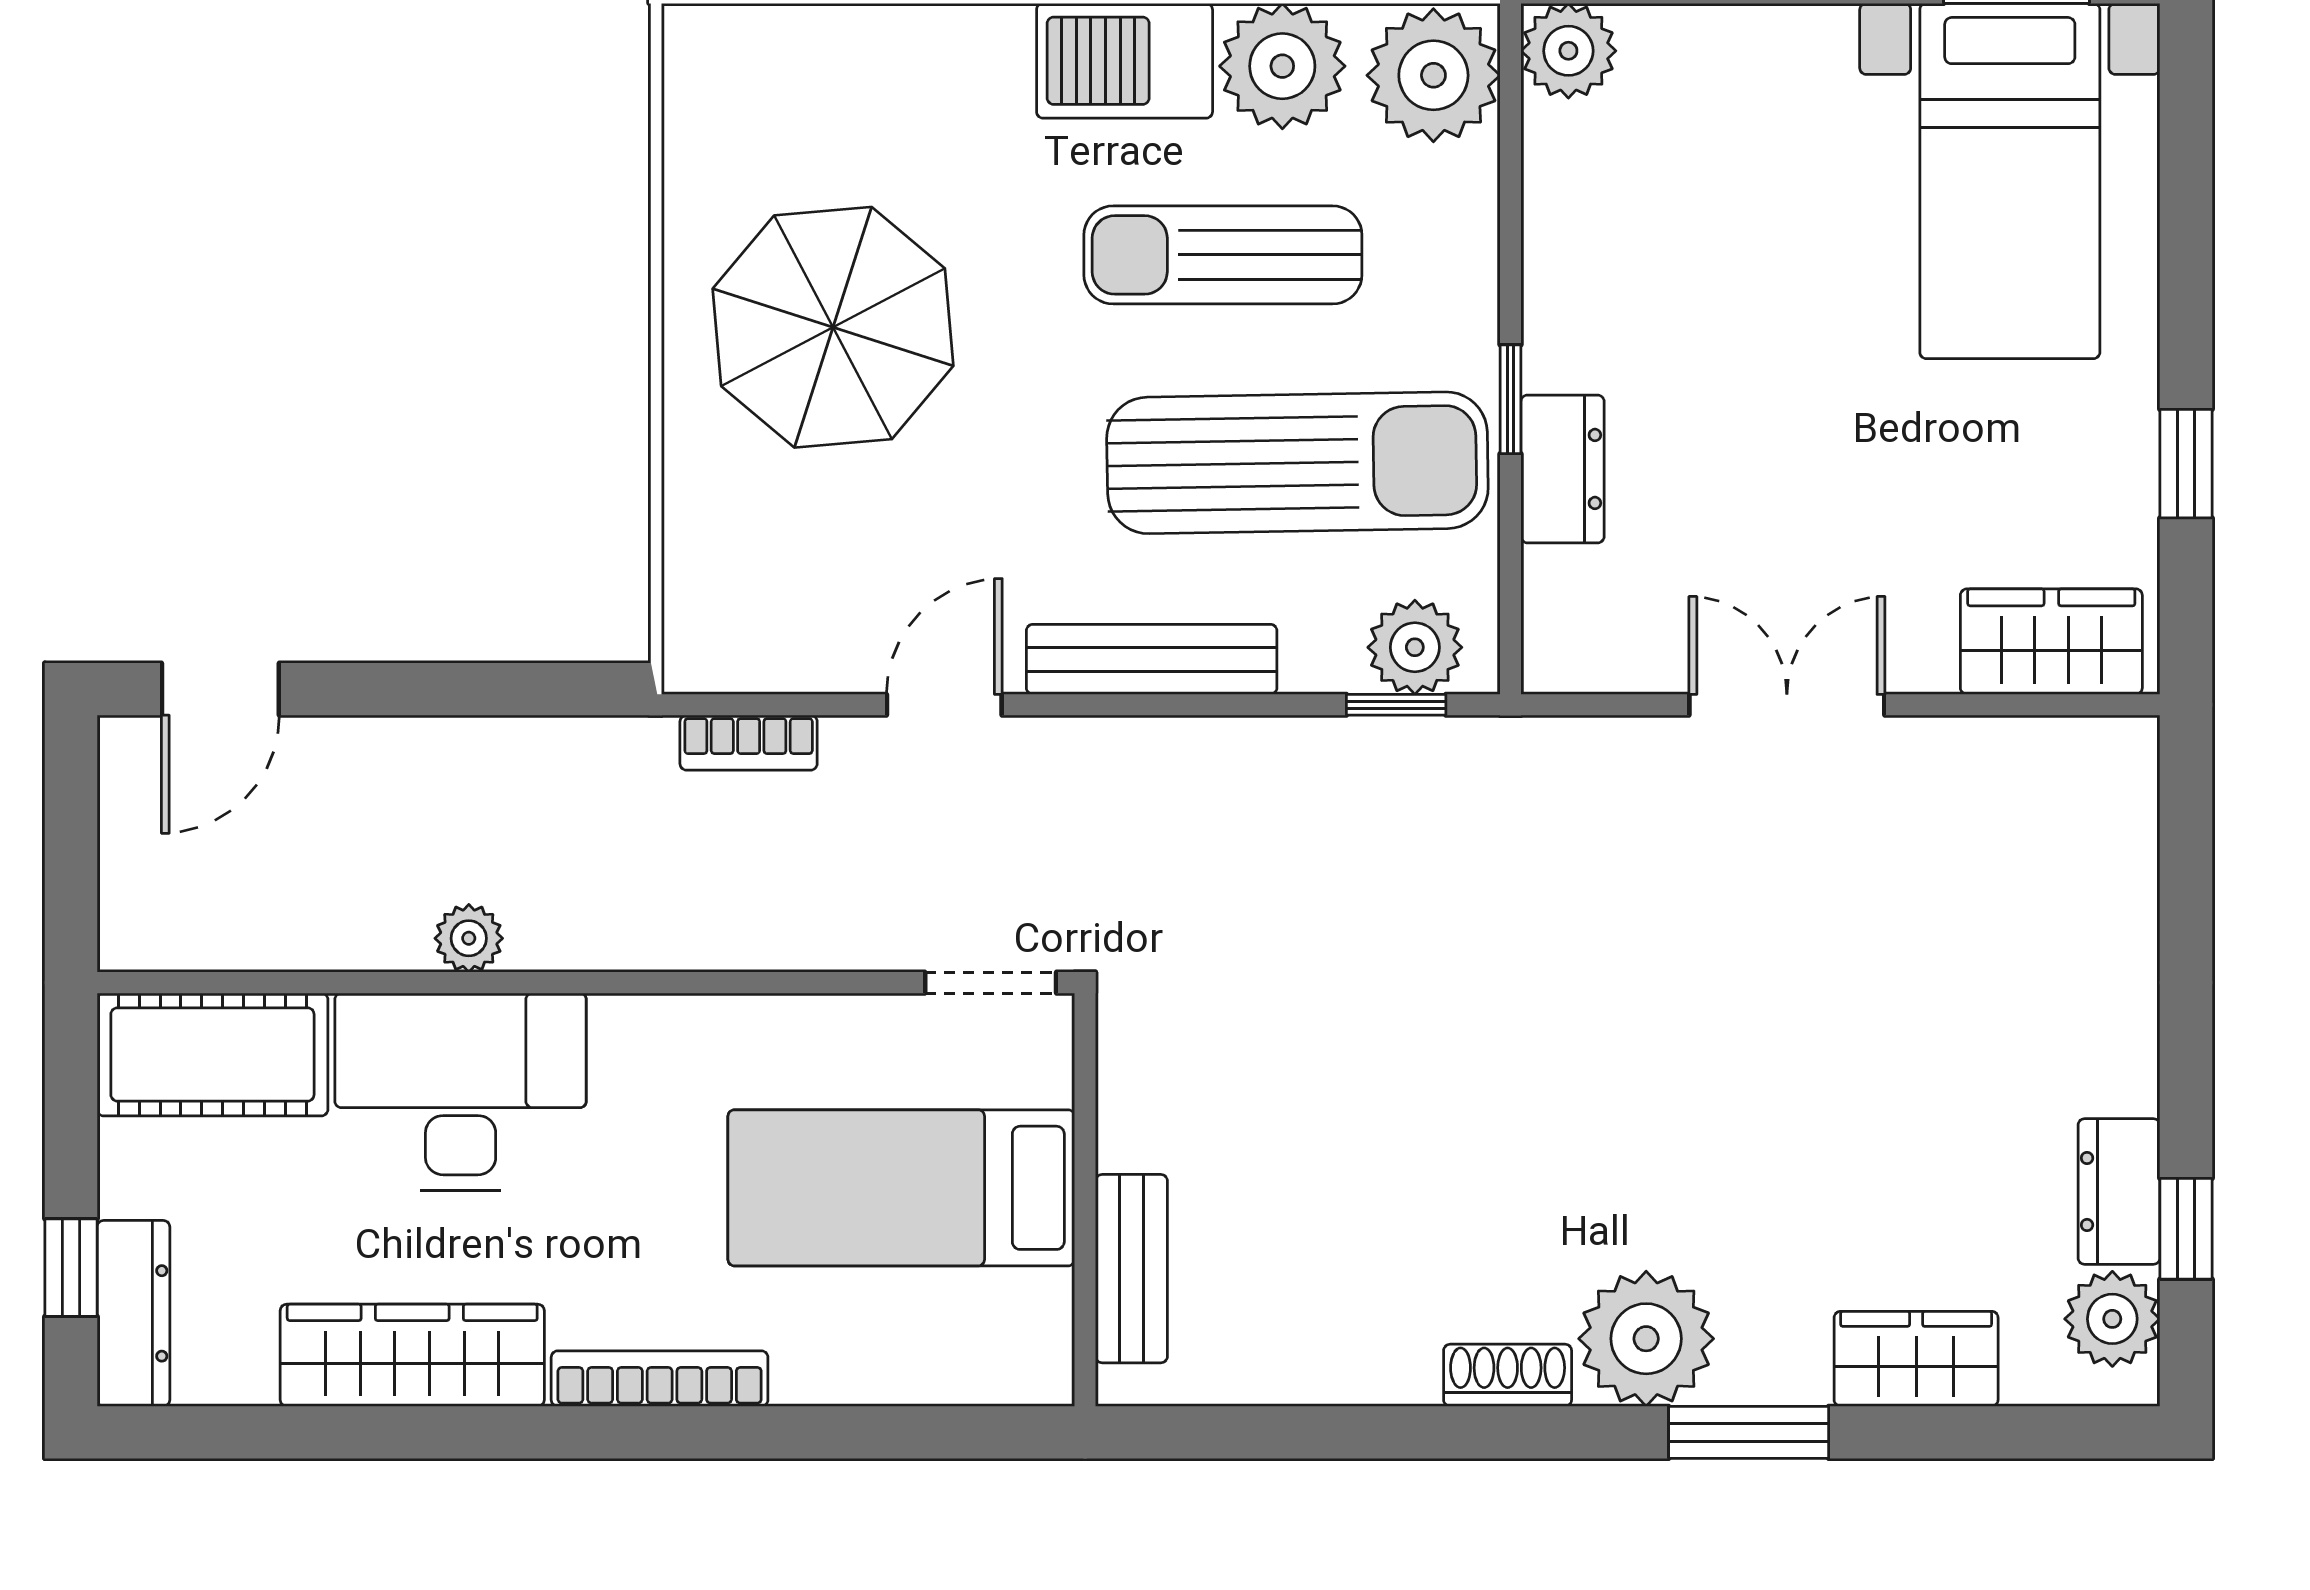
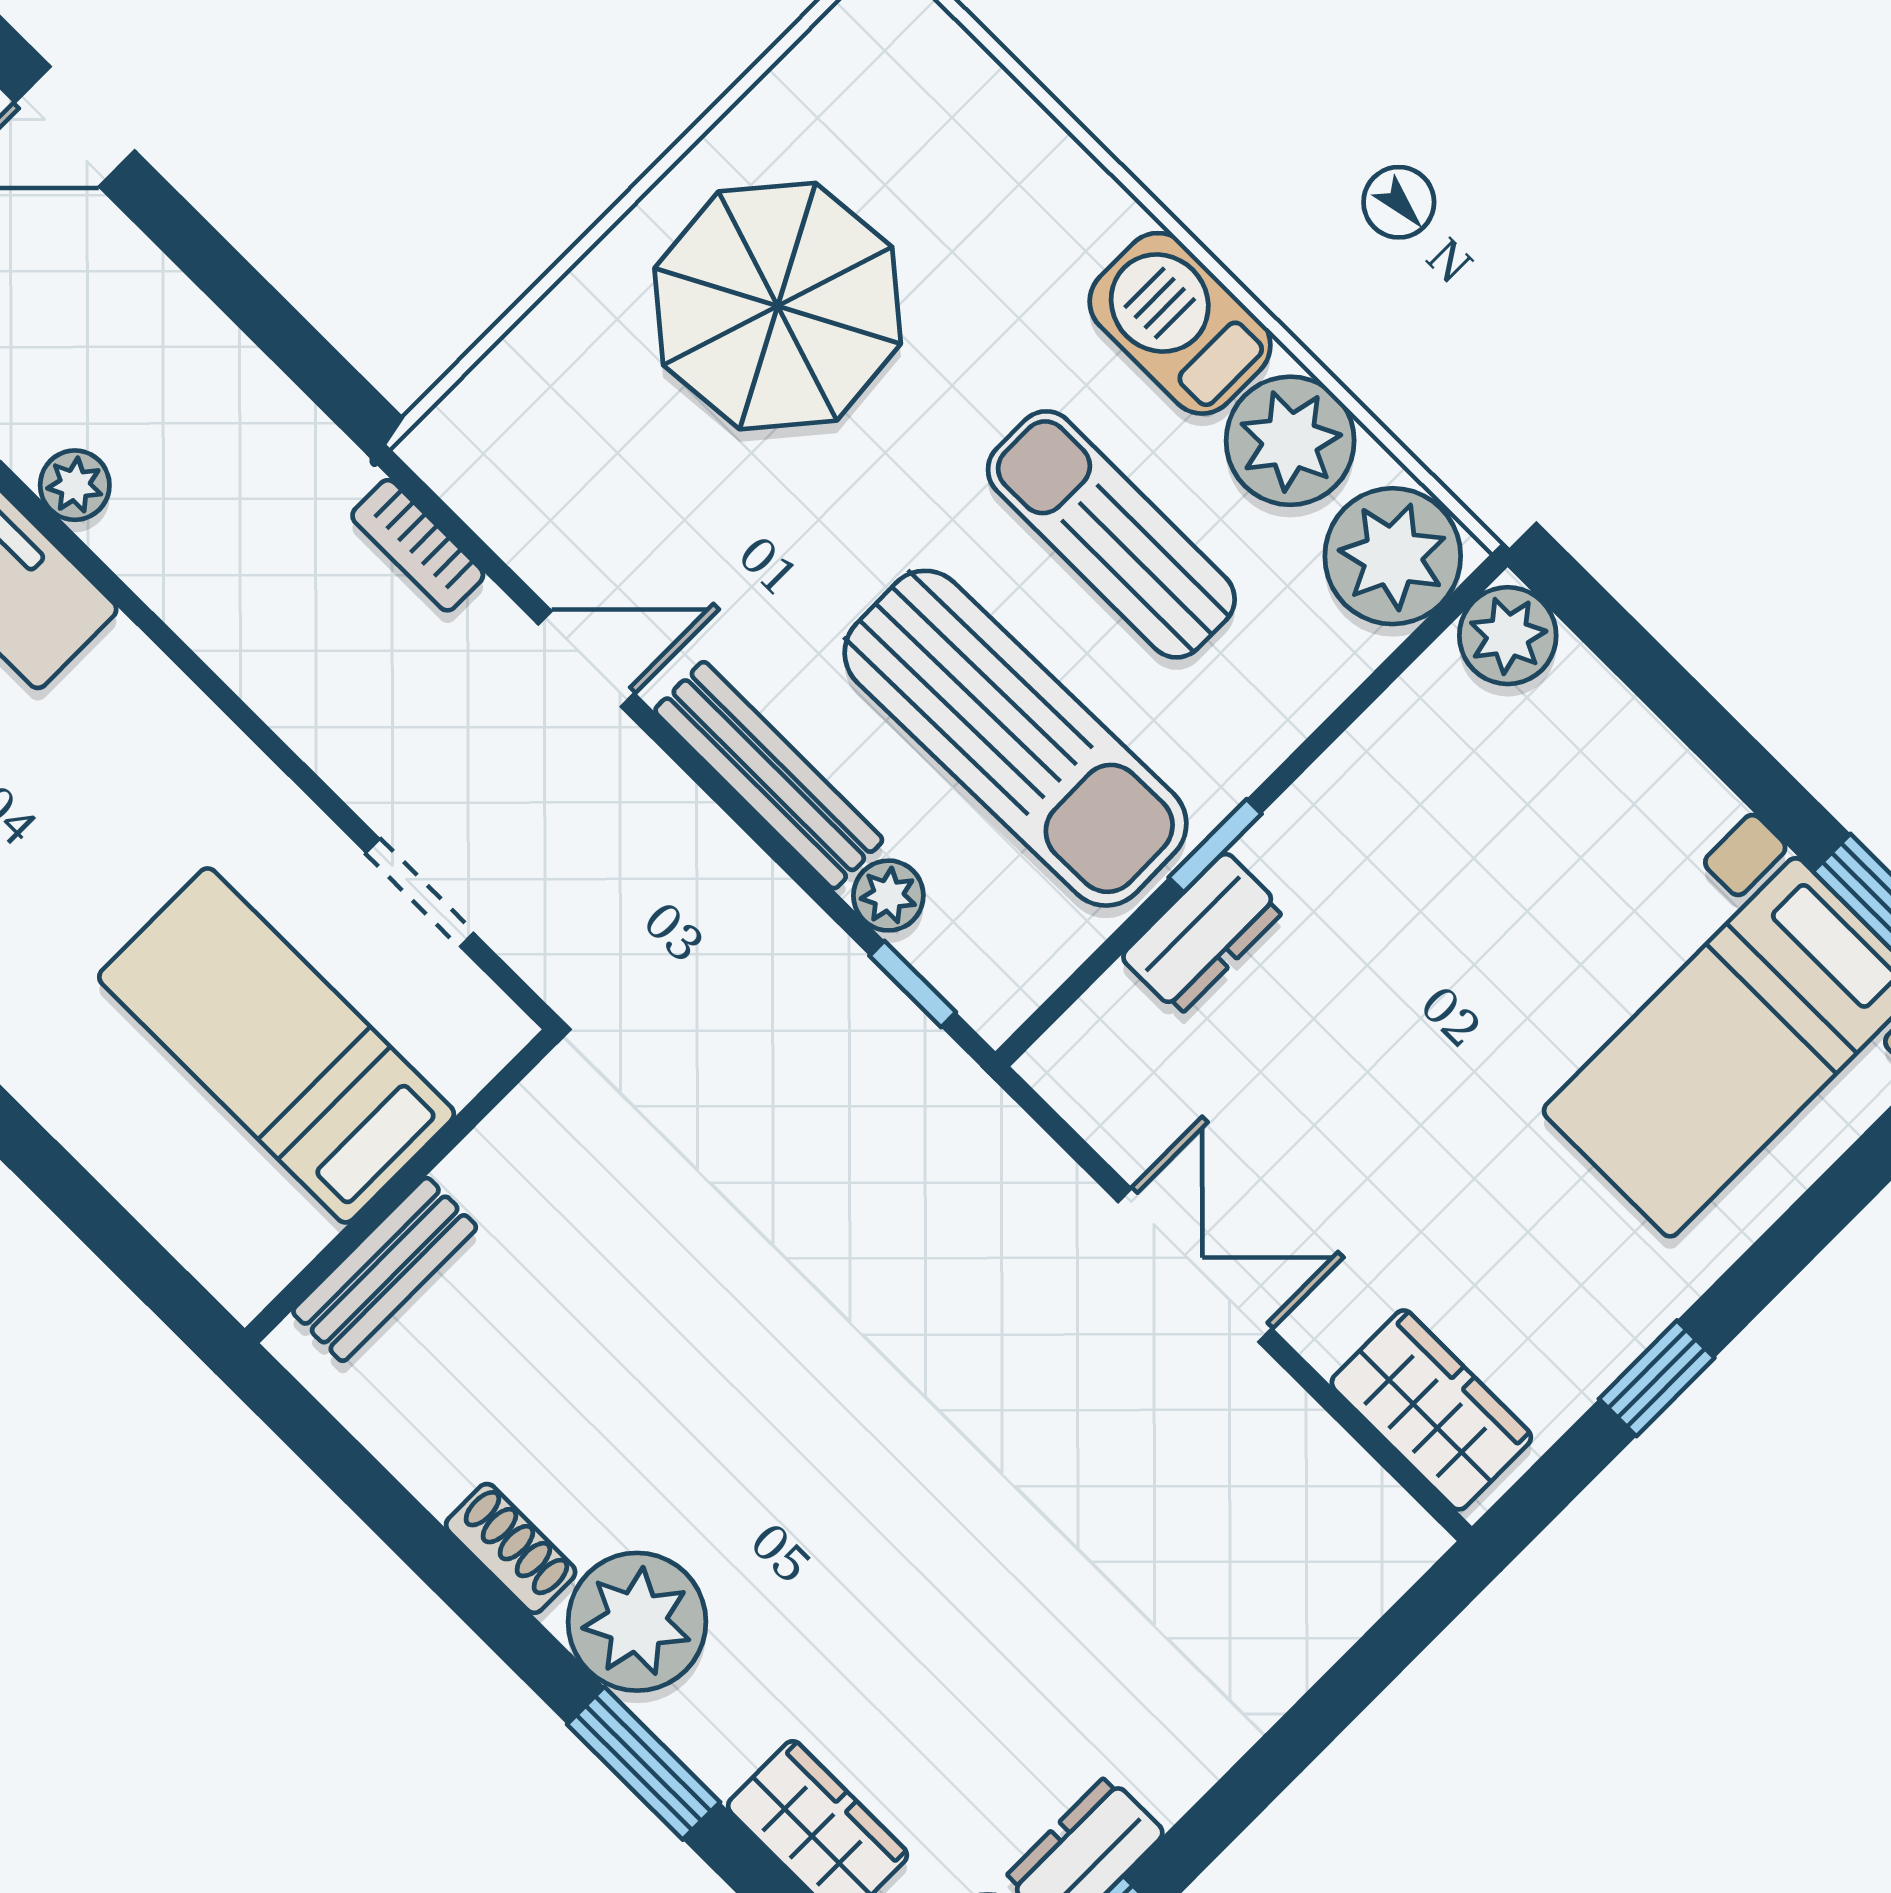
plant: (1415, 647) -> (888, 896), moved, width x0.73, depth x0.73
bed: (901, 1188) -> (277, 1045), moved
wall: (1085, 1200) -> (401, 1186), moved
bench: (1131, 1269) -> (385, 1269), moved

